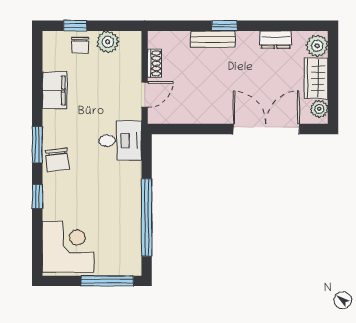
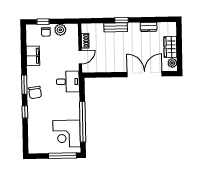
plant: (317, 46) -> (171, 30), removed
corner desk: (68, 247) -> (67, 134), moved, turned 180

